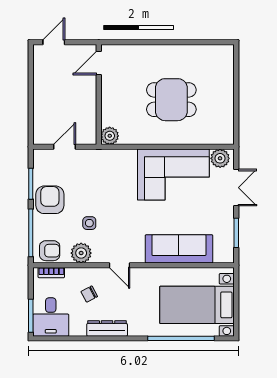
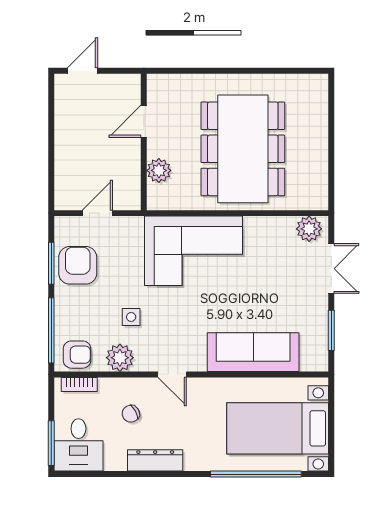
door: (99, 63) -> (144, 121), moved
dining table: (171, 100) -> (243, 149), width x1.88, depth x1.24
plant: (110, 136) -> (159, 170), moved
corner sofa: (173, 174) -> (194, 251), moved
armchair: (50, 200) -> (78, 265), moved

